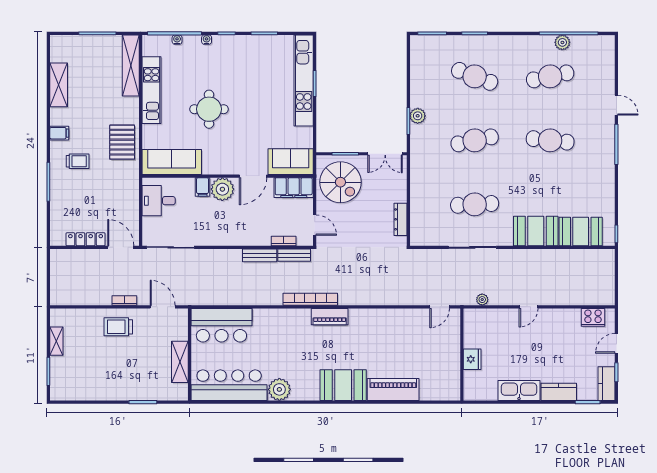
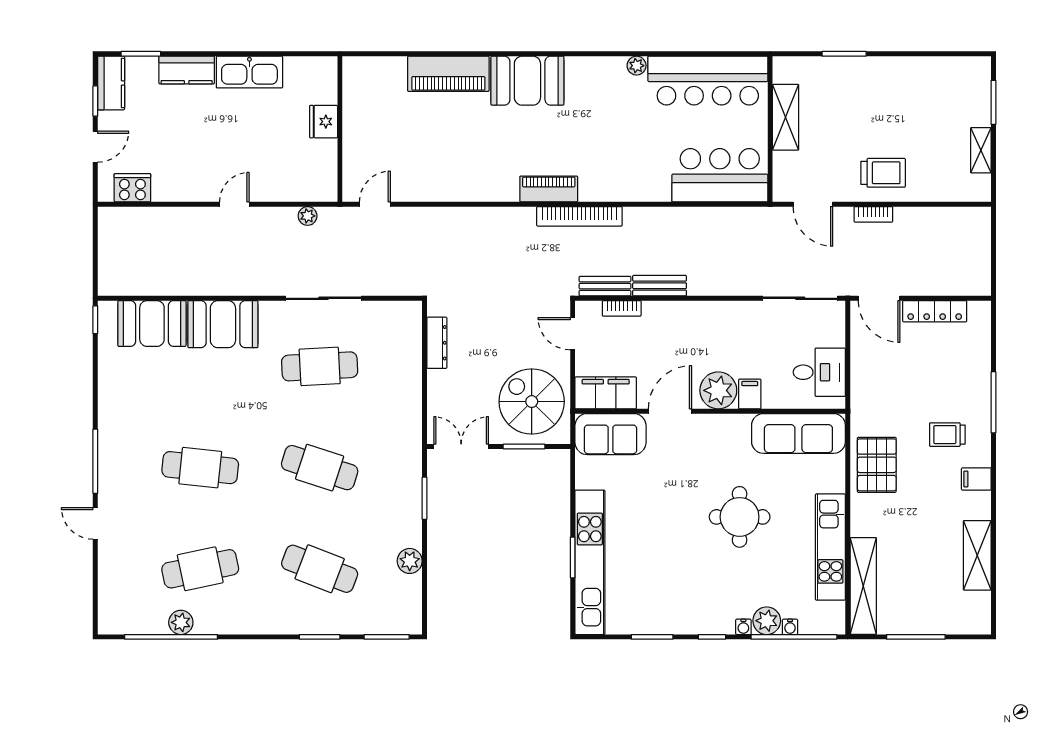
plant: (192, 44) -> (767, 621), added
plant: (418, 116) -> (410, 561), moved
cafe table: (475, 140) -> (320, 468), turned 30
plant: (279, 389) -> (637, 66), width x0.53, depth x0.53

